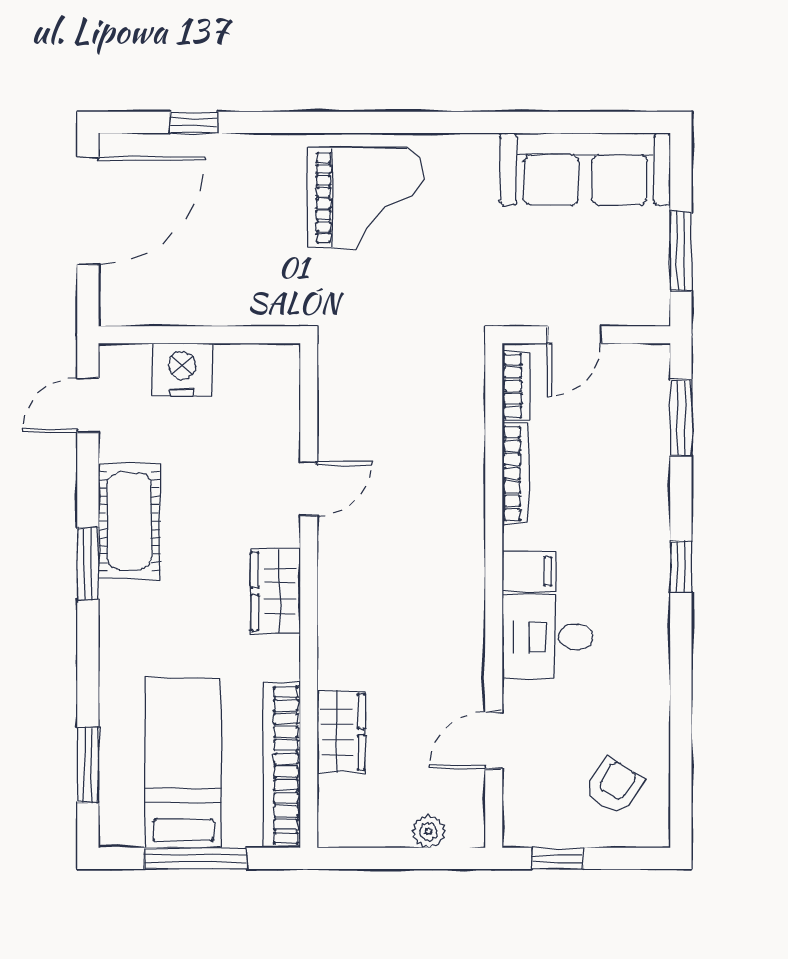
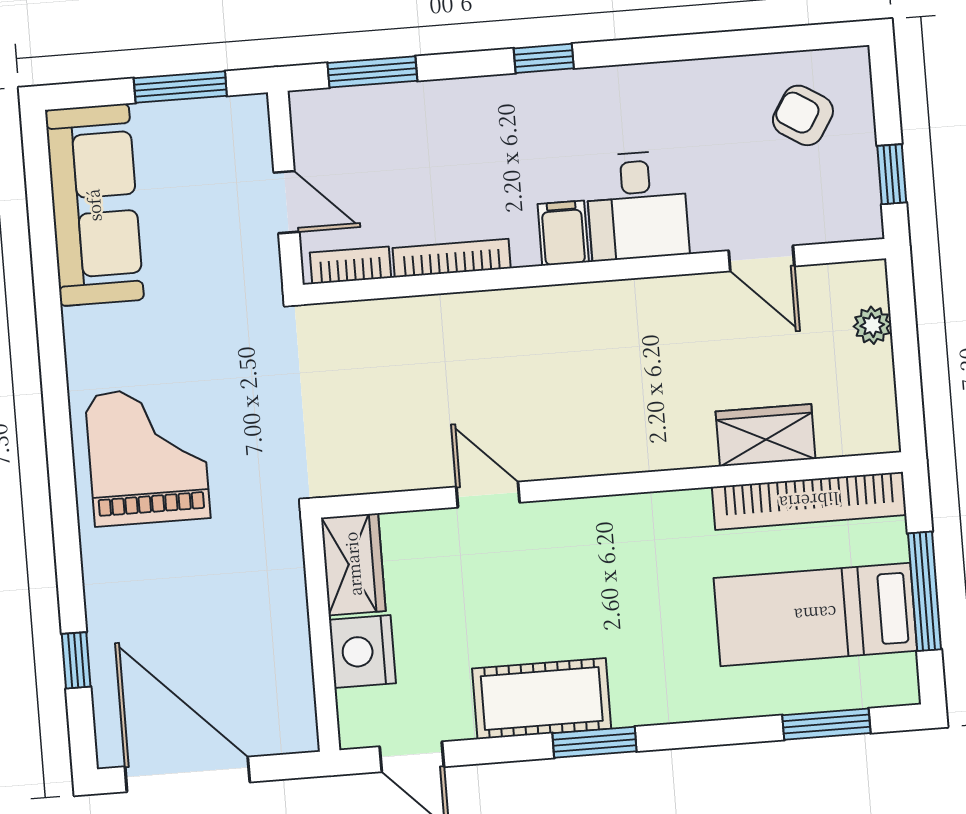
wardrobe: (276, 591) -> (353, 564), moved, turned -90

